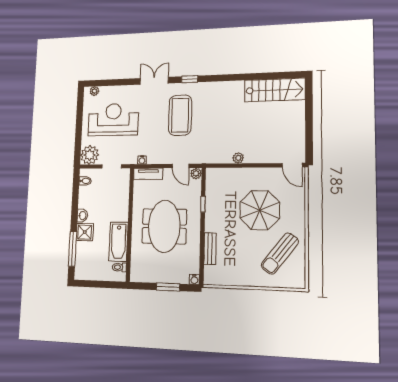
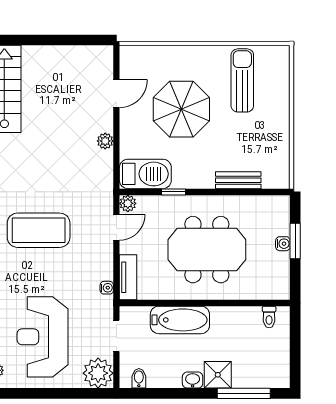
door: (292, 165) -> (116, 94), moved
barbecue: (215, 185) -> (145, 174), added
bathtub: (118, 242) -> (180, 320), moved
sun lounger: (280, 253) -> (242, 80), turned -128
water cooler: (194, 279) -> (283, 244), moved

